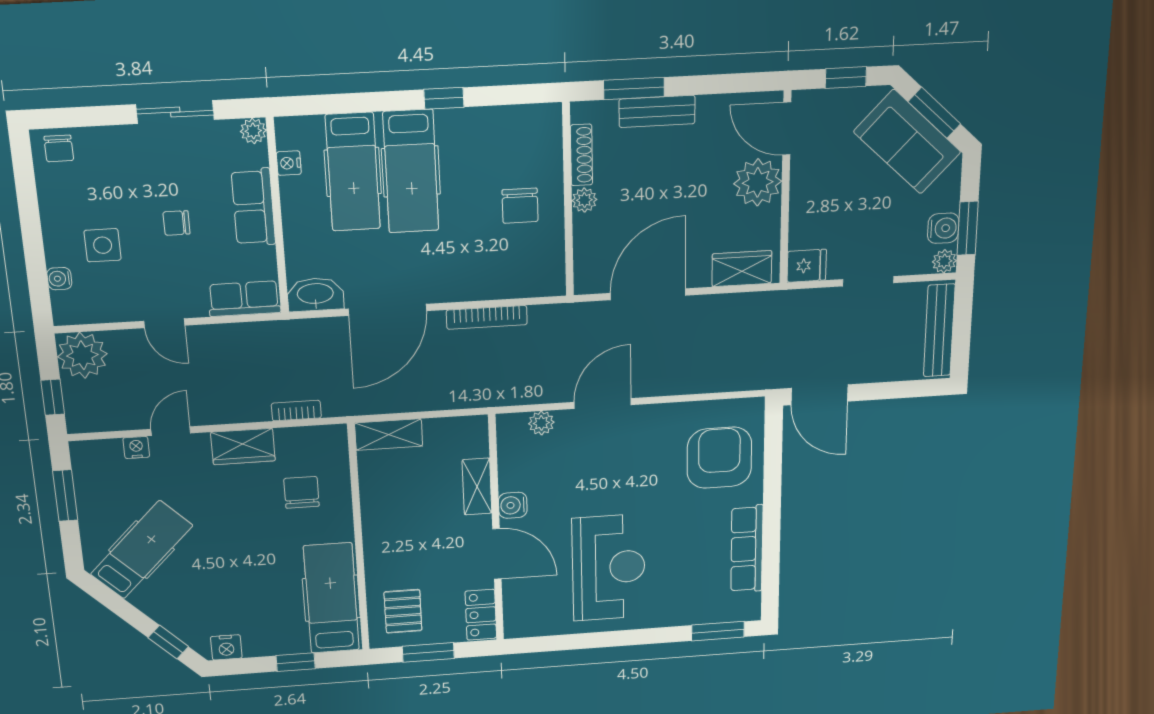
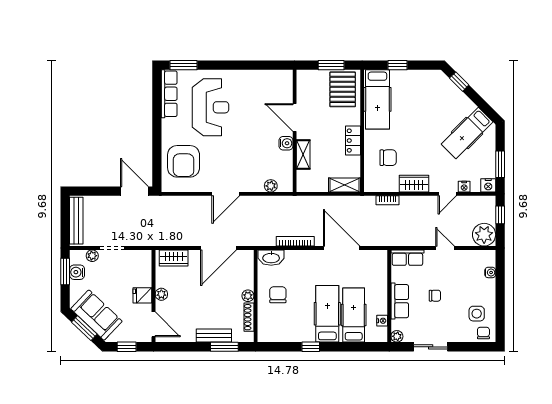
plant: (758, 182) -> (161, 294), width x0.53, depth x0.53
side table: (103, 245) -> (477, 314), moved
plant: (944, 261) -> (92, 256), moved
fridge: (807, 266) -> (142, 295), moved
washbasin: (315, 294) -> (271, 258), moved
door: (387, 310) -> (342, 248), hinge flipped
door: (603, 403) -> (226, 194), moved
chair: (301, 492) -> (388, 158), turned -90
row of seats: (747, 549) -> (169, 94), moved
reception desk: (609, 568) -> (211, 107), moved, turned 180
pallet: (403, 611) -> (343, 89), width x1.50, depth x1.42
locker: (481, 615) -> (353, 141), moved, turned 180
nightstand: (226, 647) -> (488, 185), moved, turned 180

